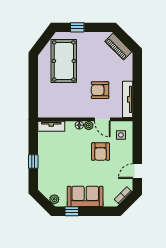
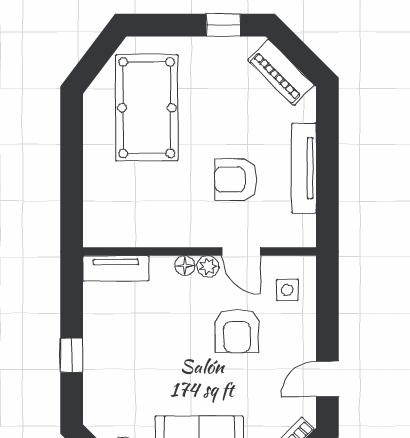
window: (77, 27) -> (223, 25), moved
tv unit: (128, 99) -> (304, 168), moved

